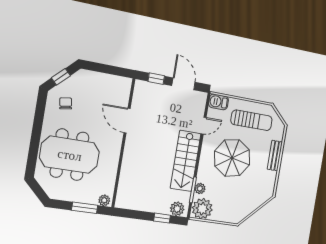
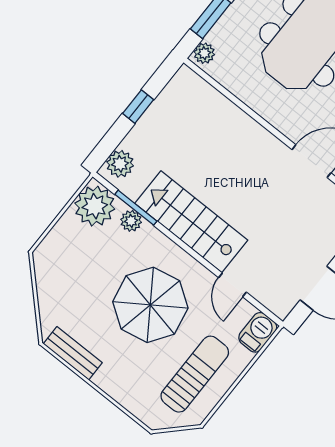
sun lounger: (252, 120) -> (195, 374), turned 180
bench: (275, 156) -> (73, 353), moved
window: (162, 218) -> (138, 107), moved

